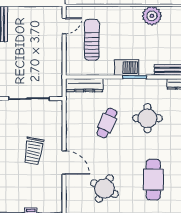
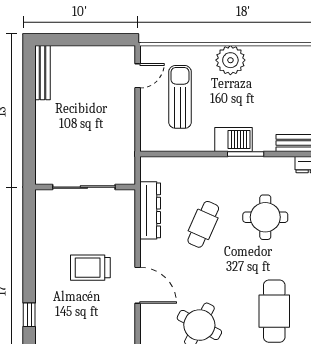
plant: (152, 16) -> (230, 60), moved
dresser: (84, 85) -> (150, 210), moved, turned -90
trolley: (33, 151) -> (90, 268), turned 80

